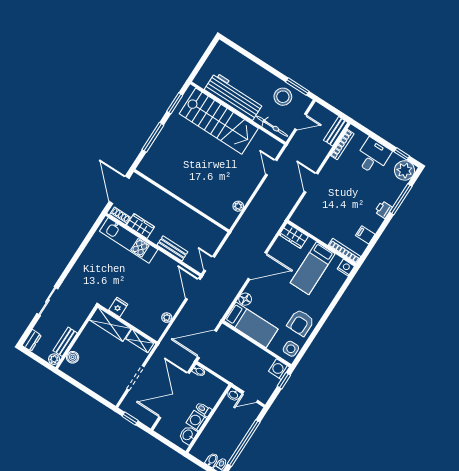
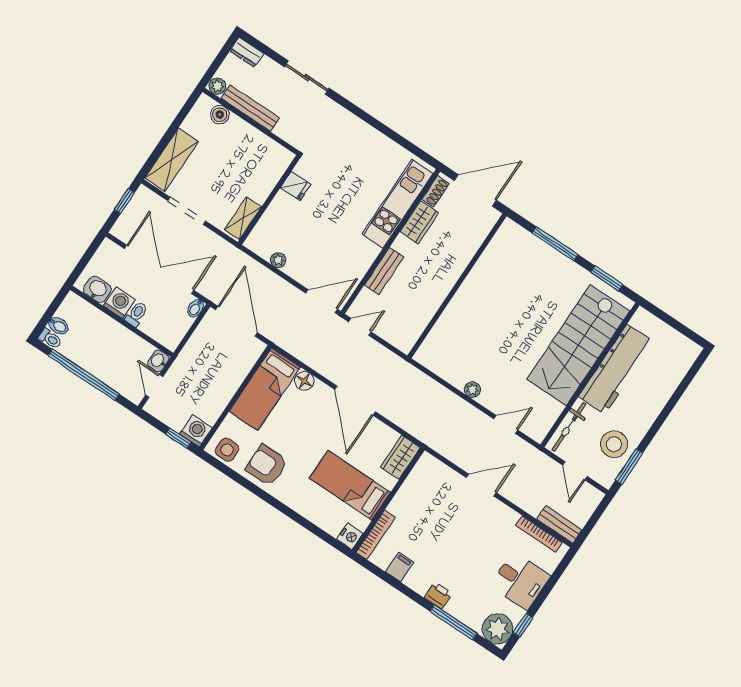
plant: (238, 206) -> (472, 390), moved
shelving: (110, 324) -> (172, 160), moved
bench: (65, 342) -> (250, 108), width x1.36

